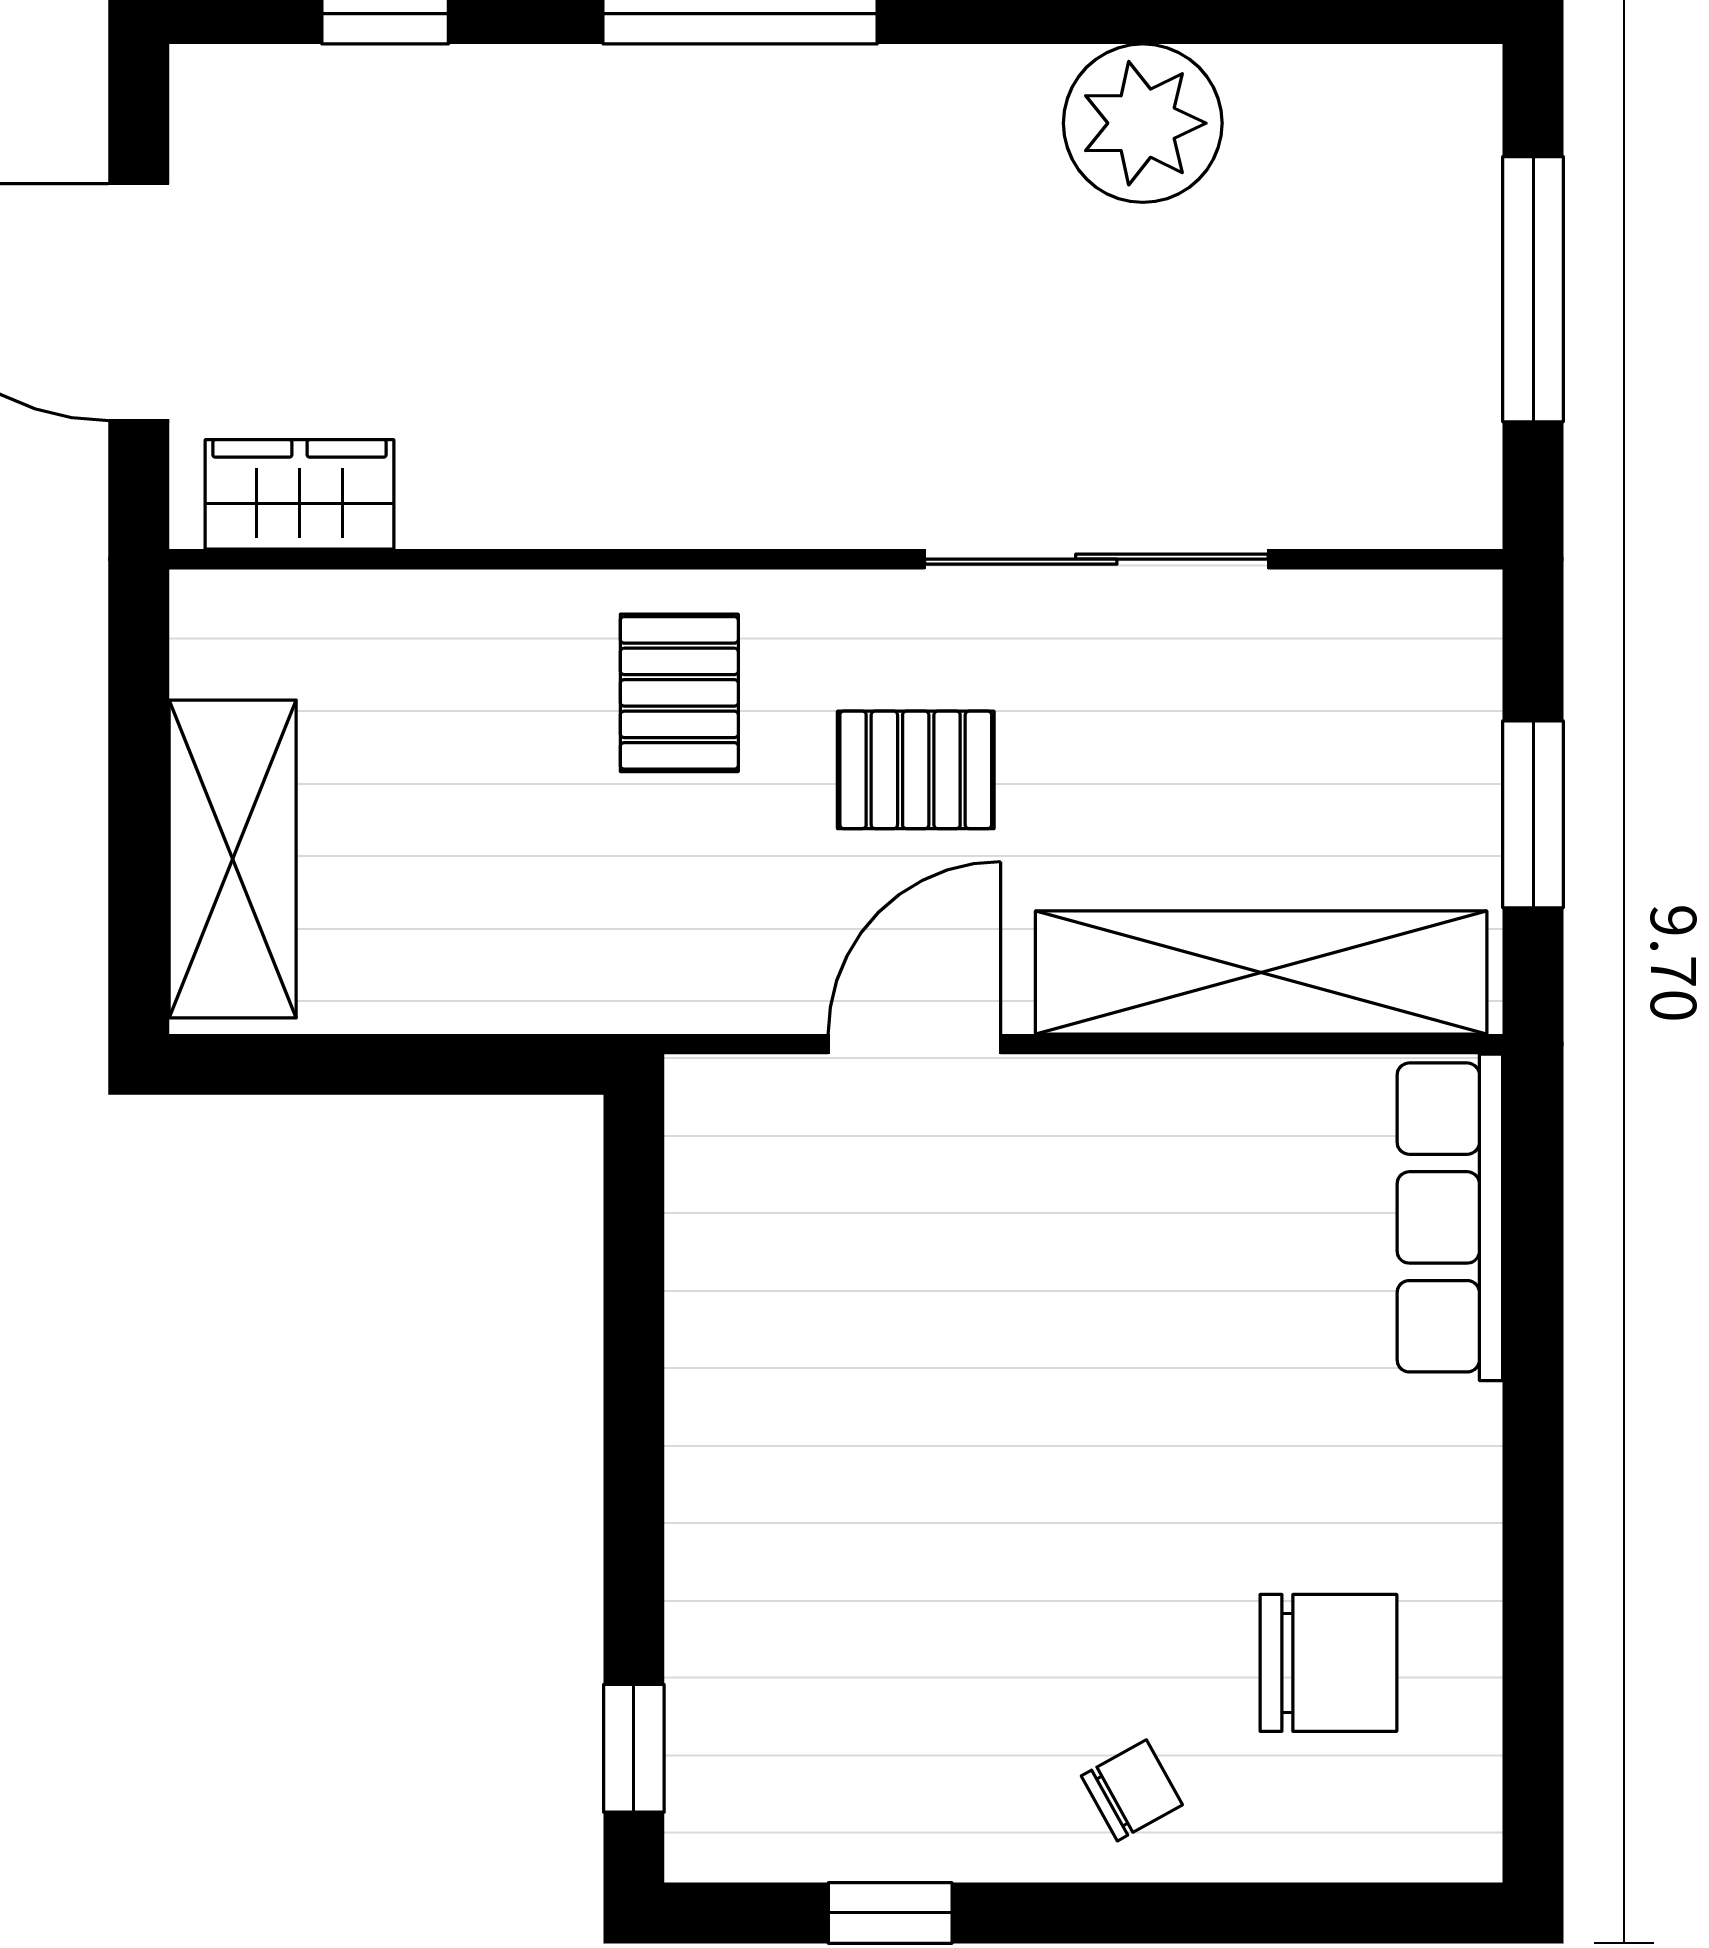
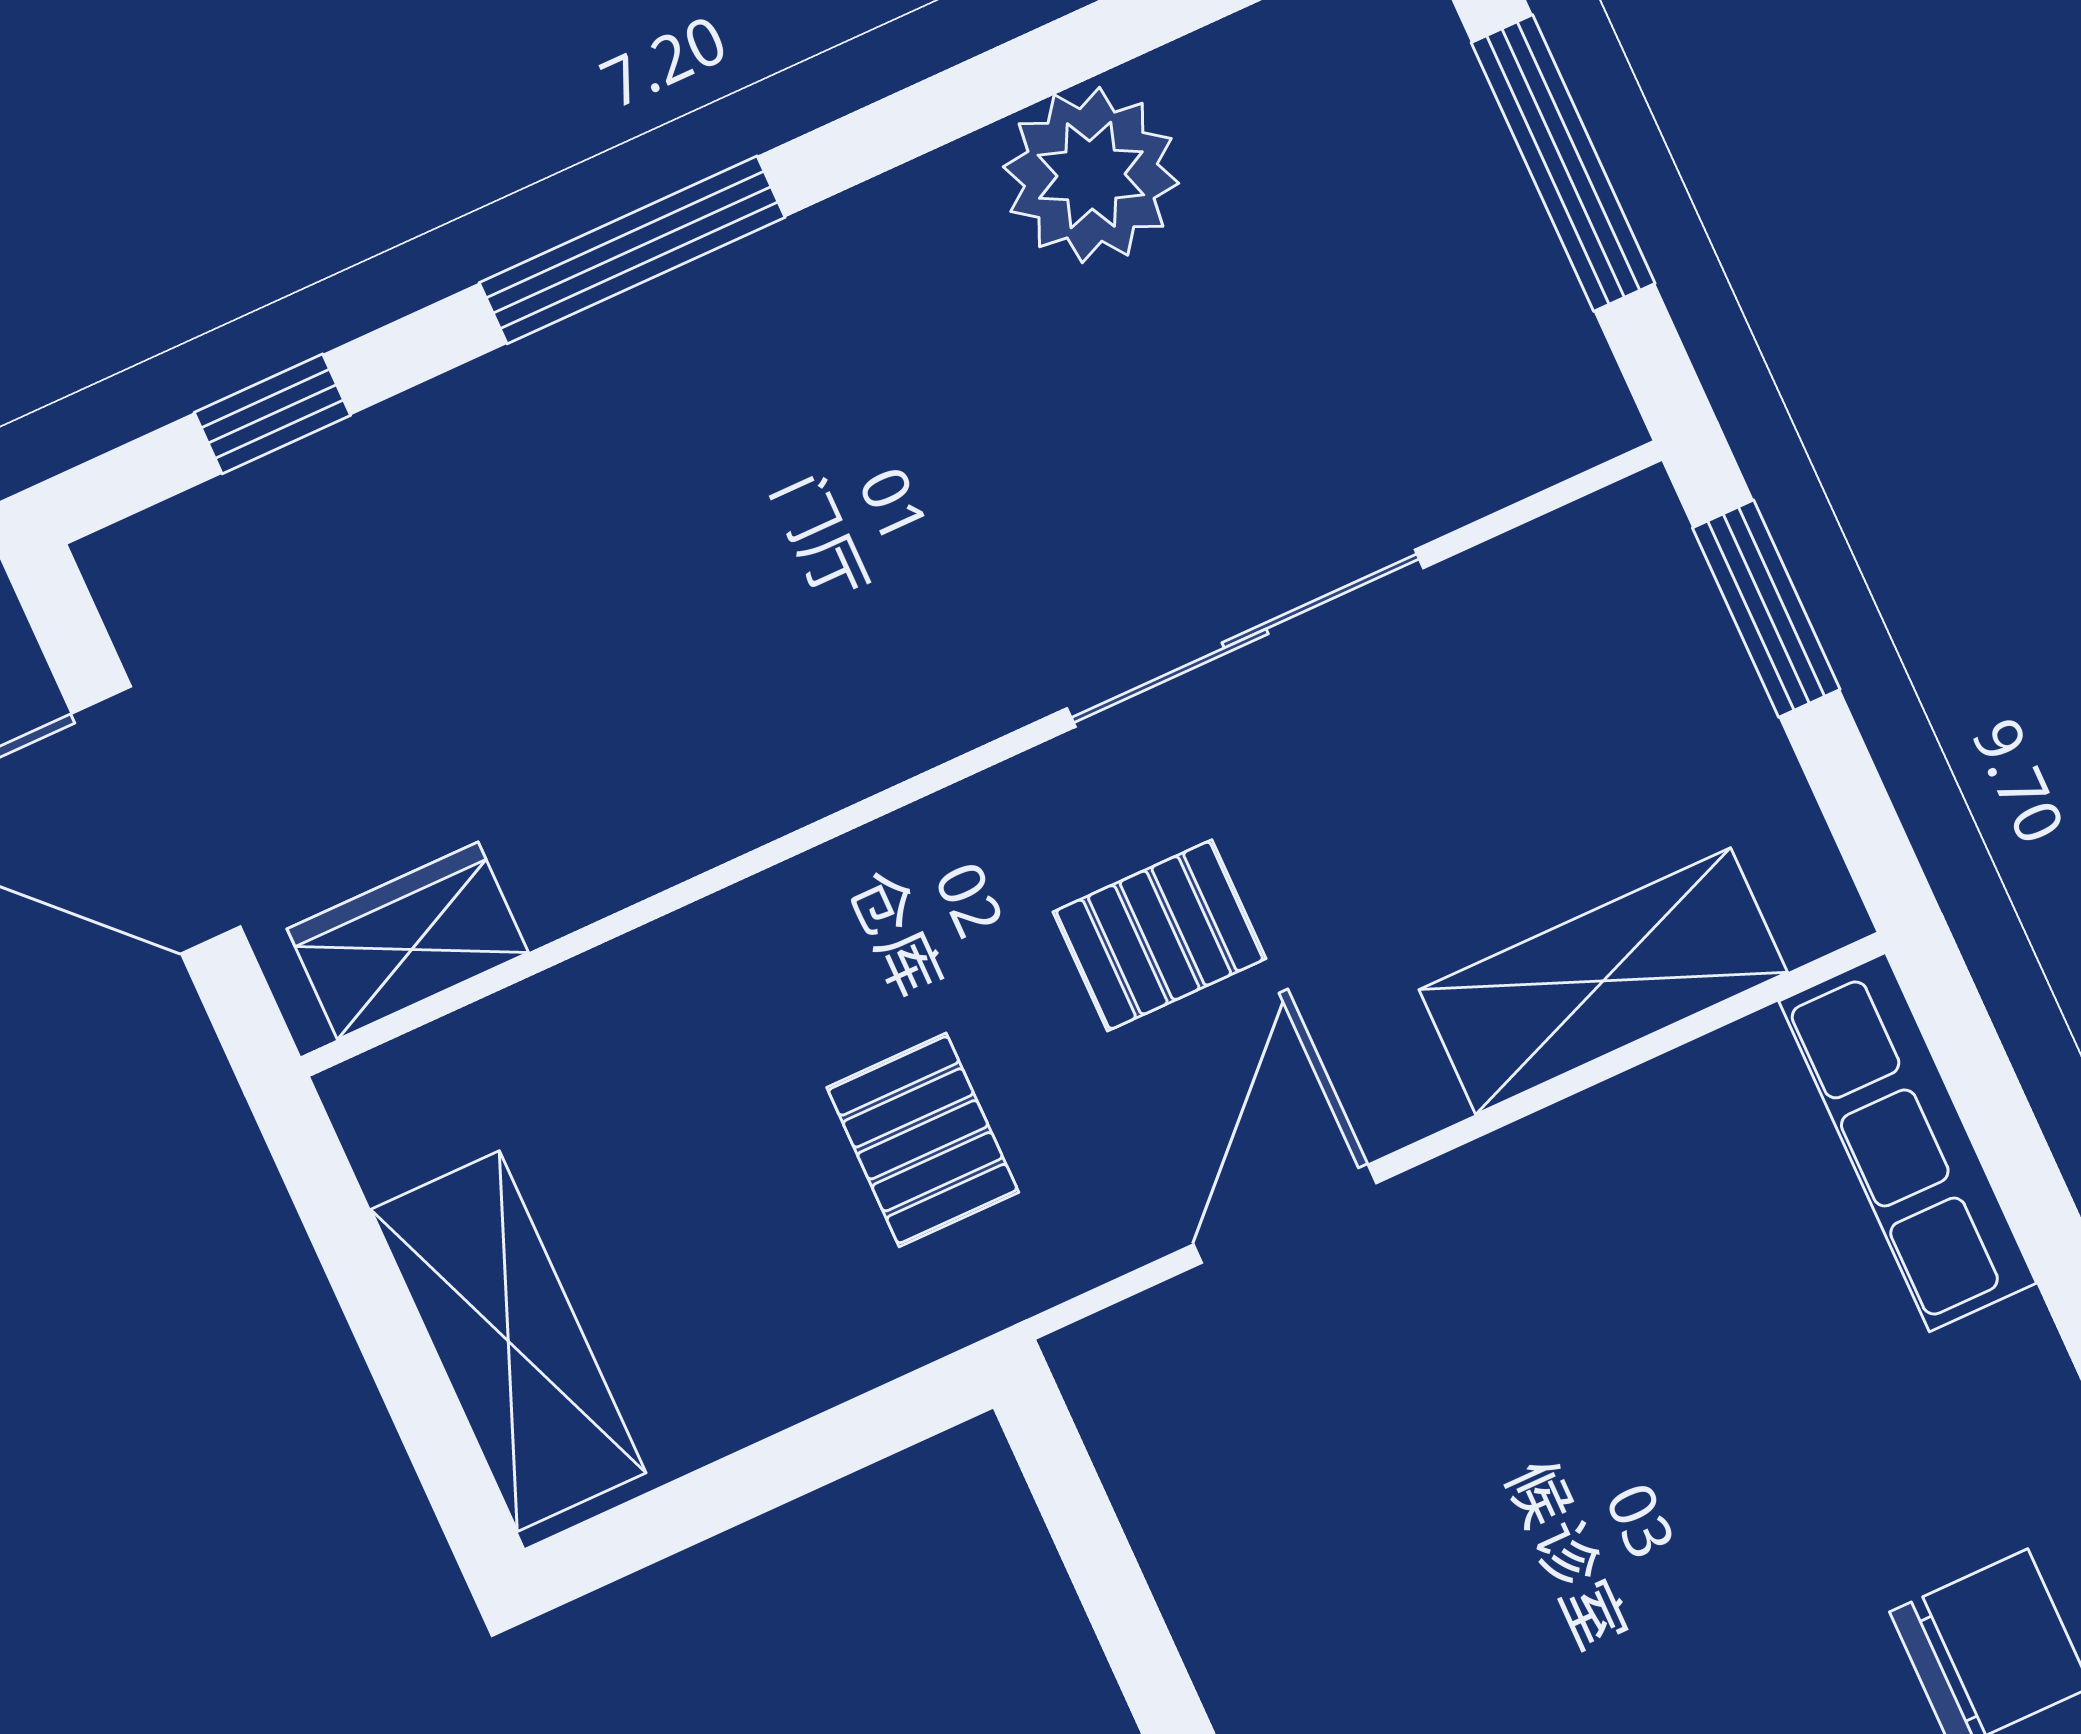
pallet: (679, 693) -> (923, 1140), moved
window: (1533, 814) -> (1766, 609), moved
shelving: (1261, 972) -> (1603, 981), width x0.68

